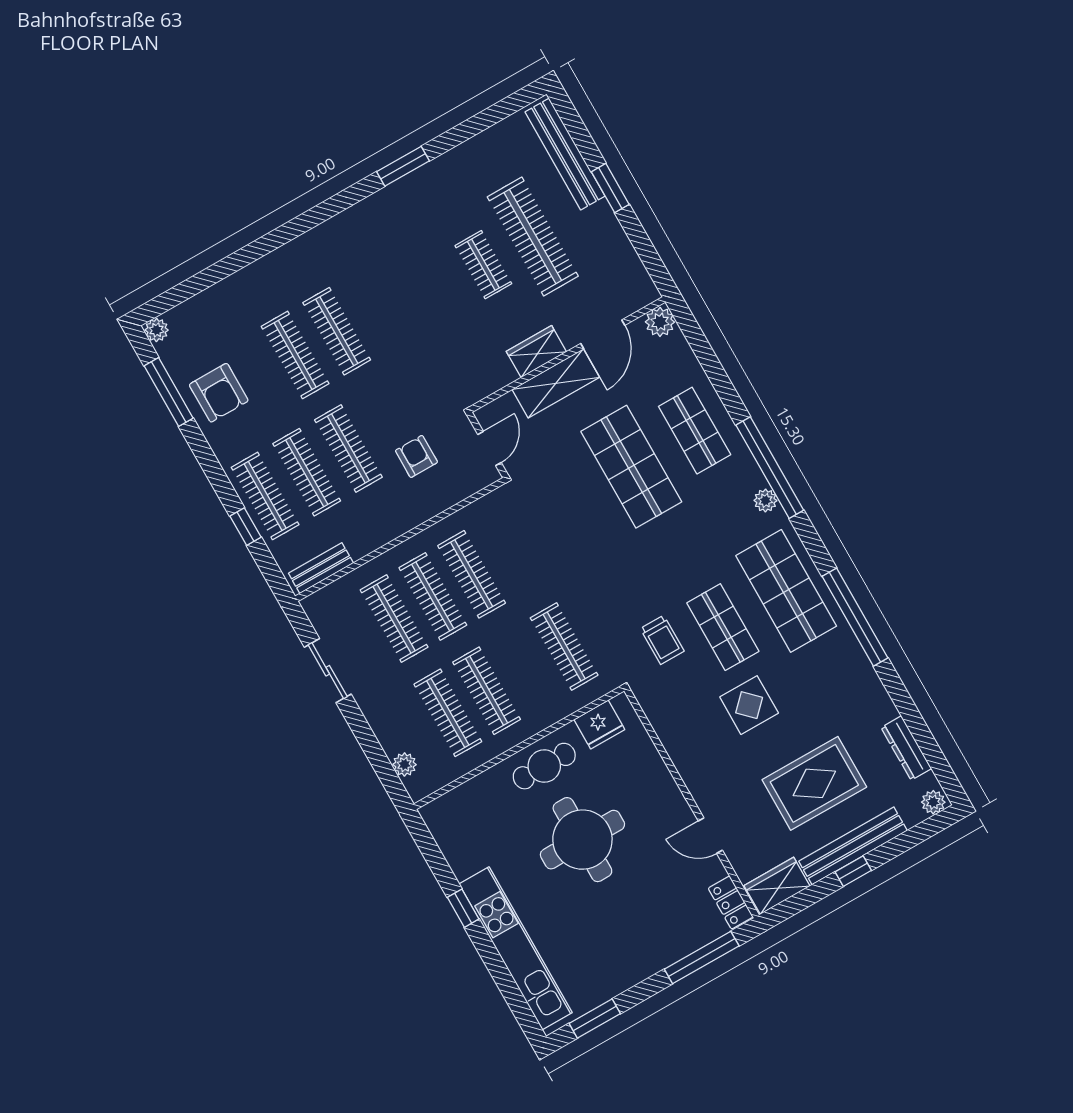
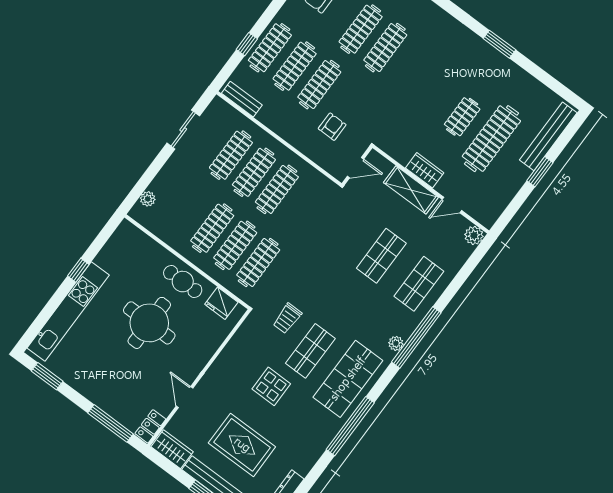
door: (603, 334) -> (452, 205), width x0.73
shop shelf: (631, 467) -> (381, 256), width x0.70, depth x0.74
clothes rail: (448, 713) -> (235, 245), moved

